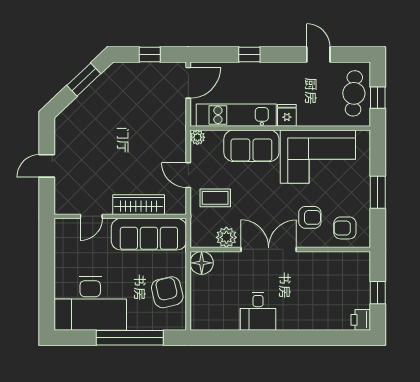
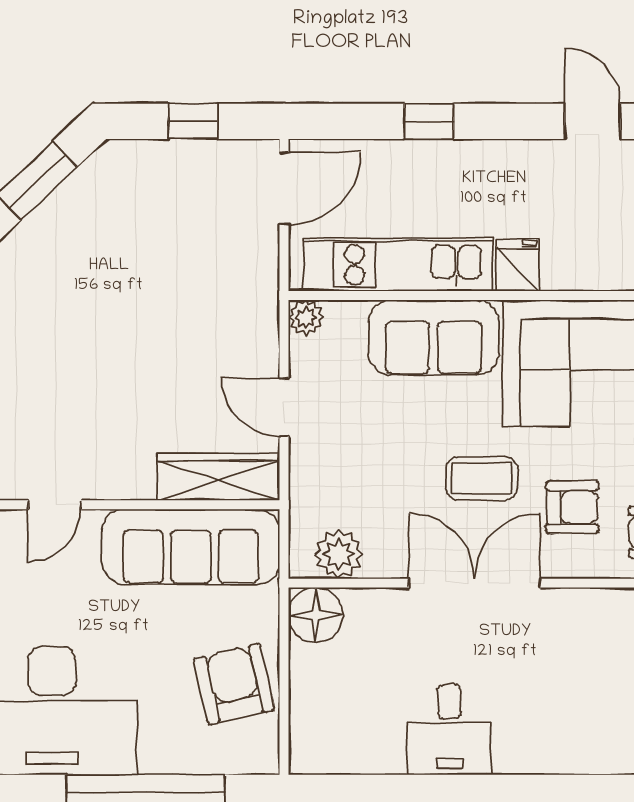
coffee table: (215, 198) -> (482, 479), moved
wardrobe: (139, 205) -> (219, 477), moved
plant: (226, 237) -> (339, 554), moved

